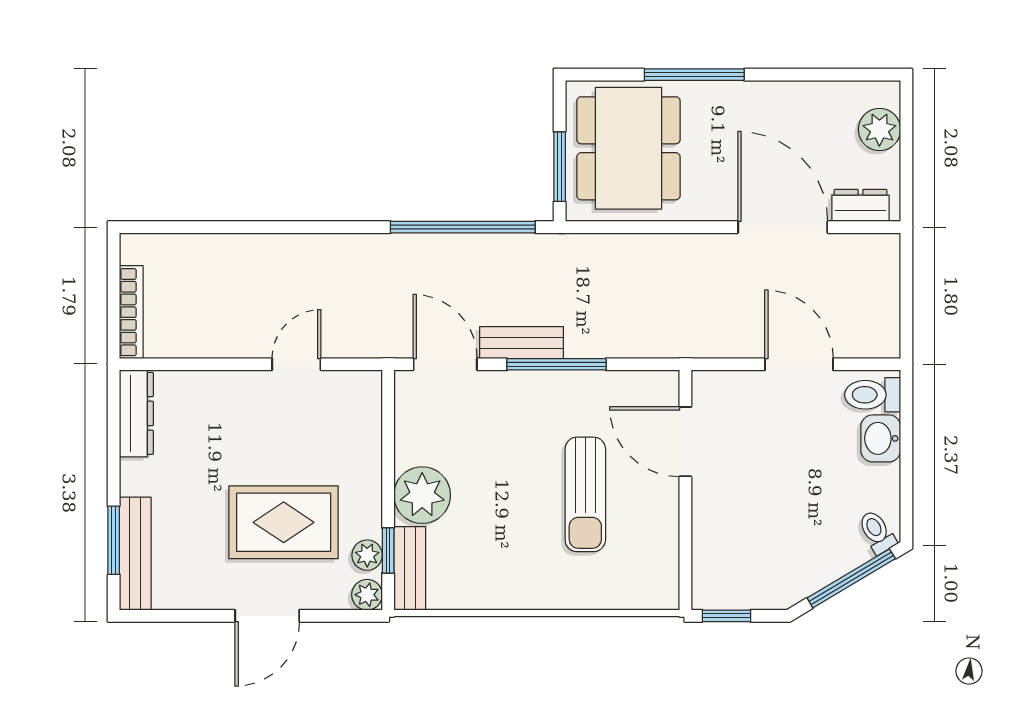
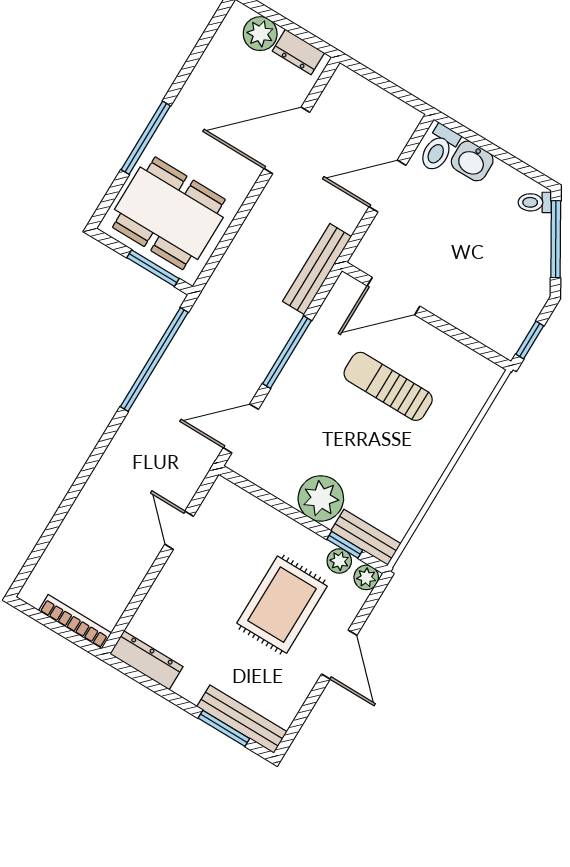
dresser: (861, 205) -> (298, 52), moved, turned -90
bench: (522, 343) -> (317, 269), moved, width x1.36
sun lounger: (585, 494) -> (388, 386), turned 180

